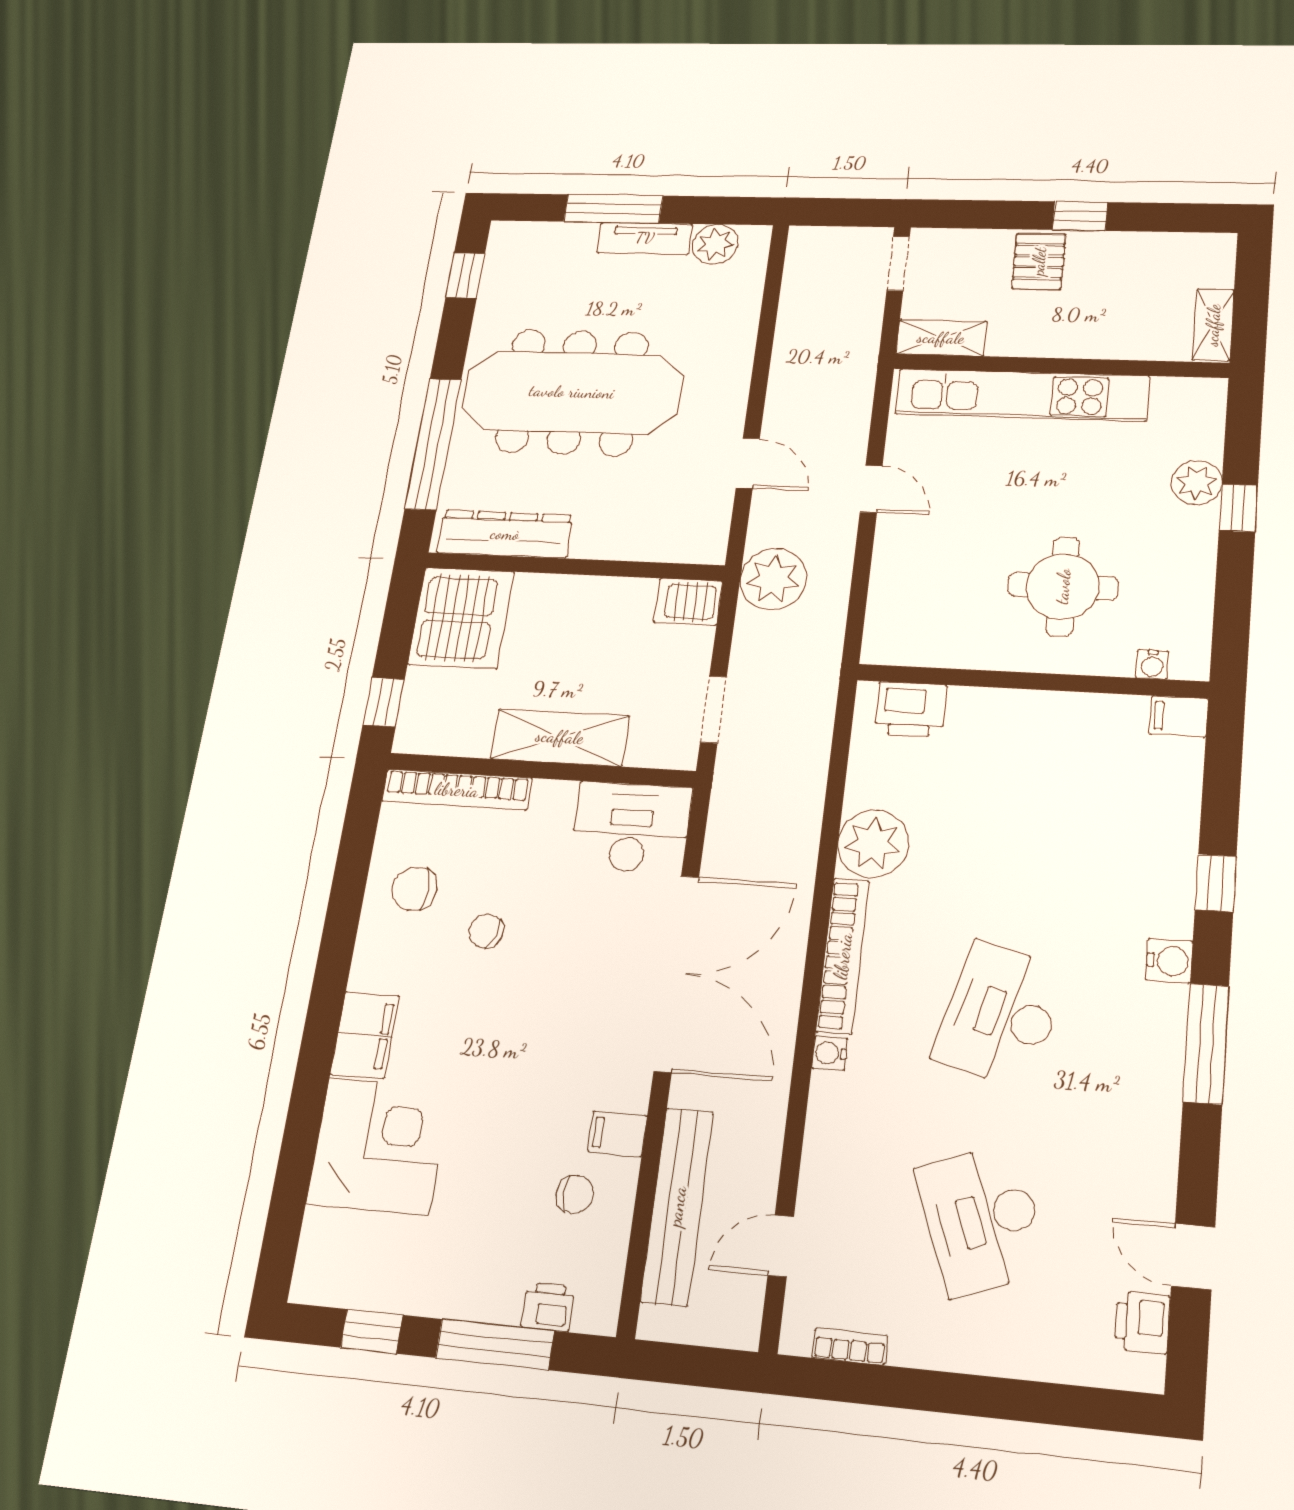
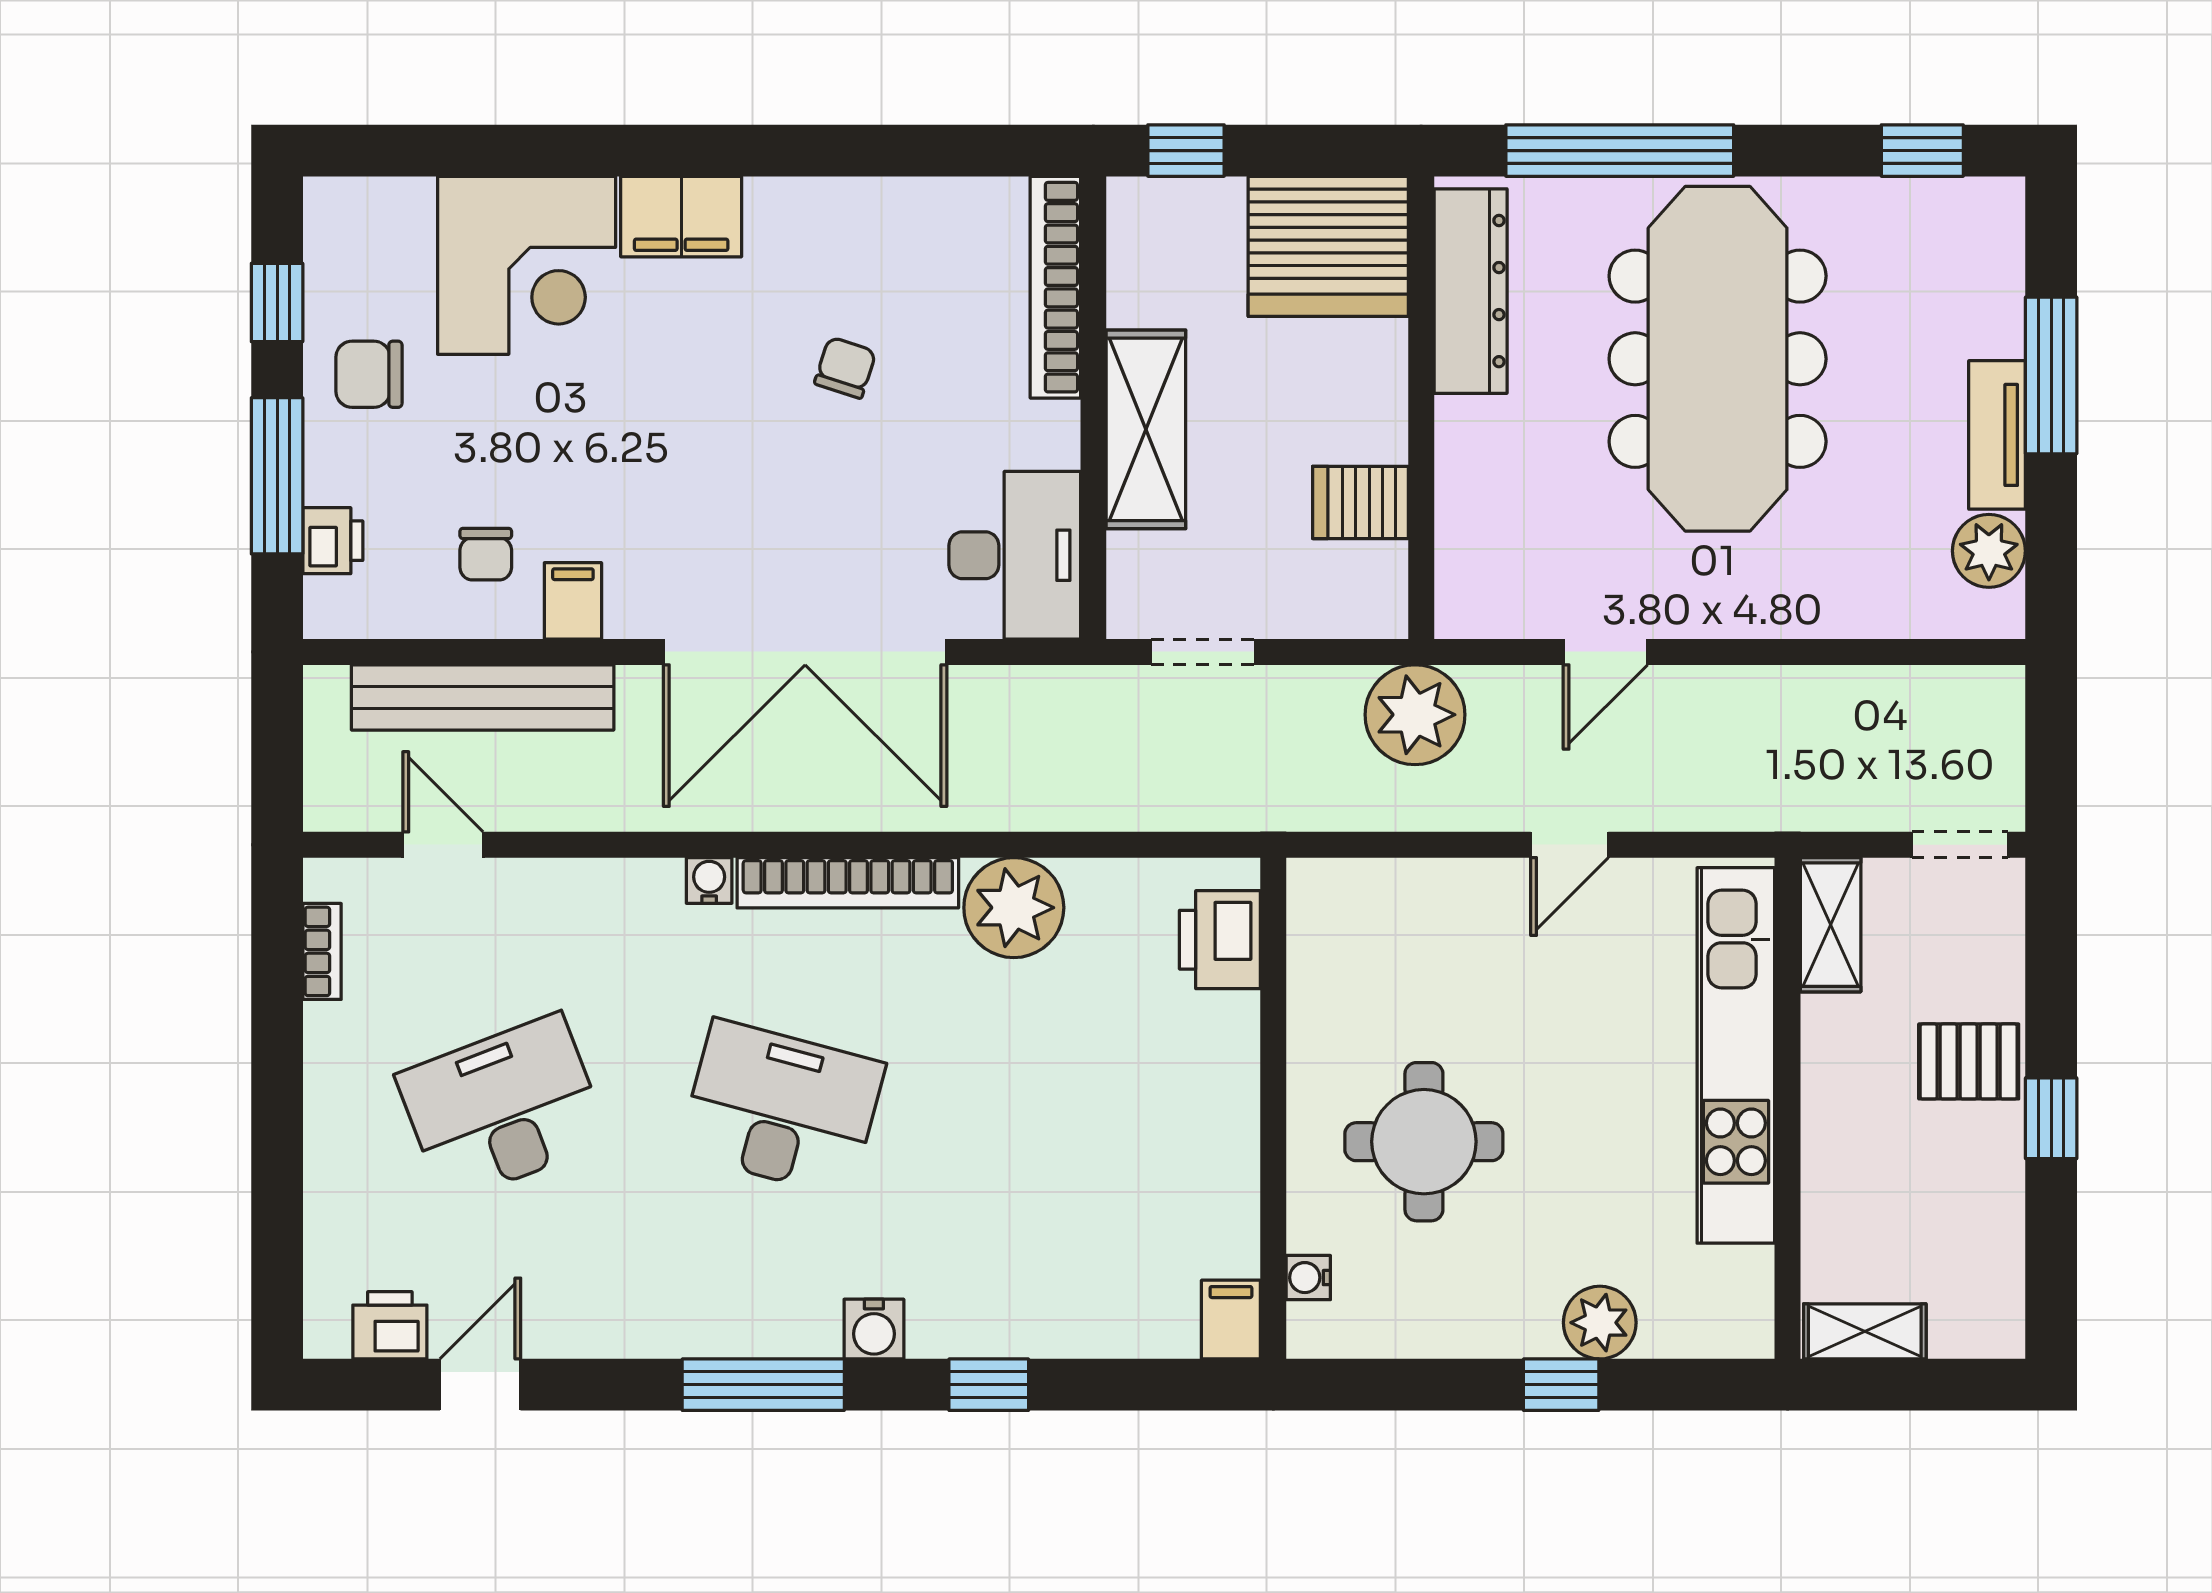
server rack: (688, 602) -> (1360, 502), moved, turned -90
chair: (414, 889) -> (369, 374), moved, turned -90

